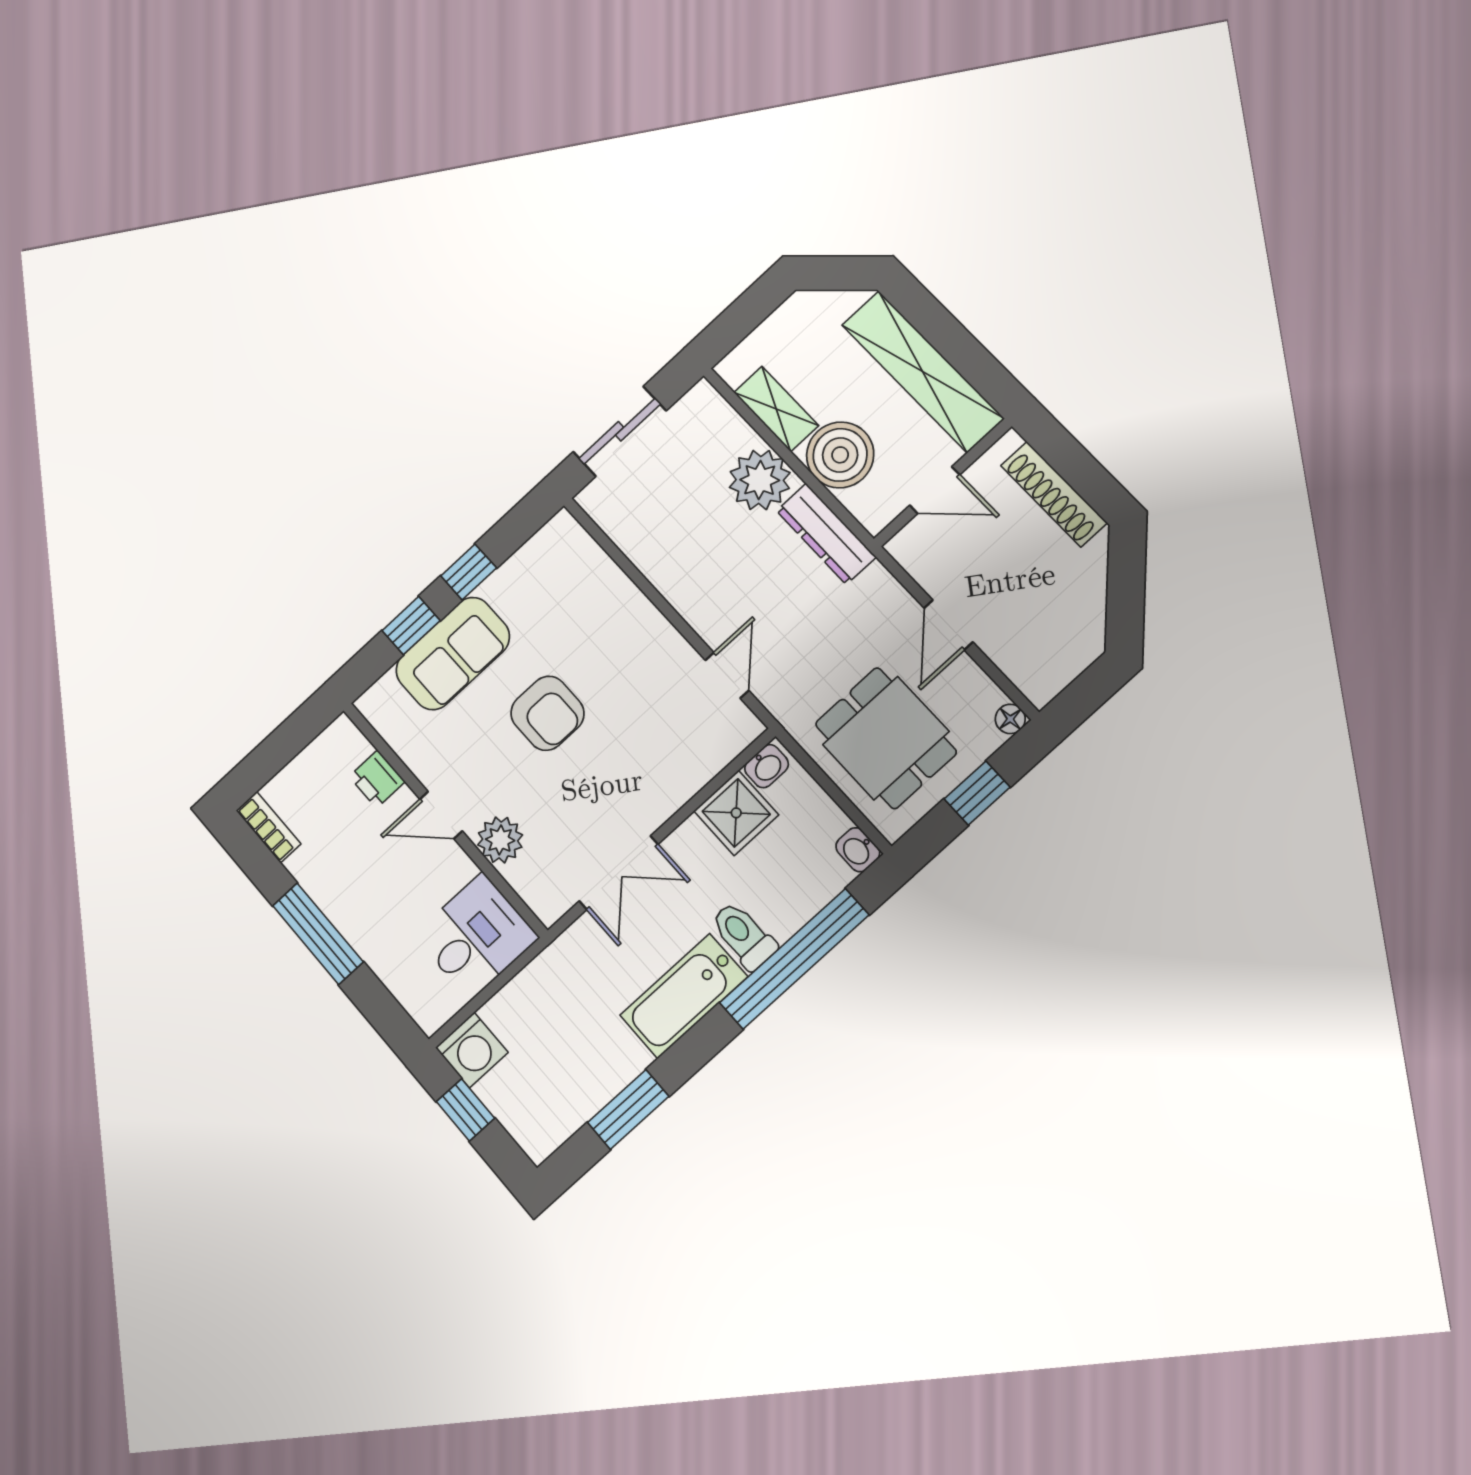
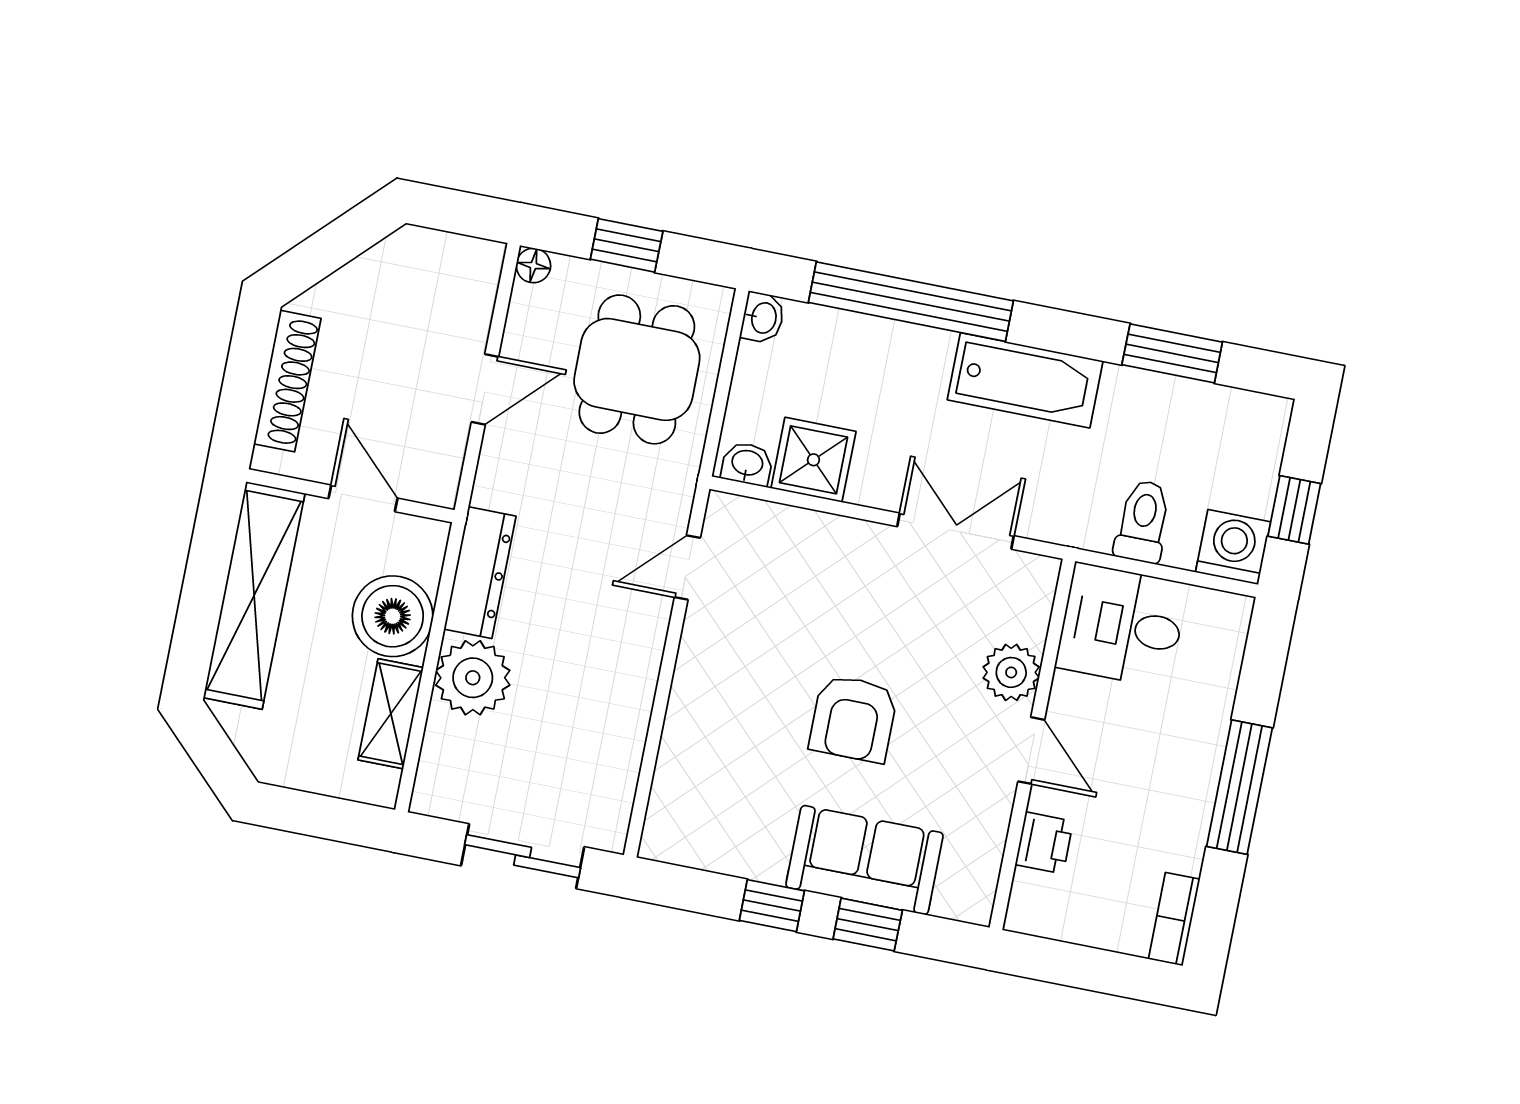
armchair: (547, 713) -> (853, 719), turned 180
toilet: (743, 935) -> (1143, 521), moved, turned 180

